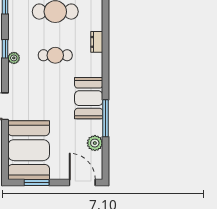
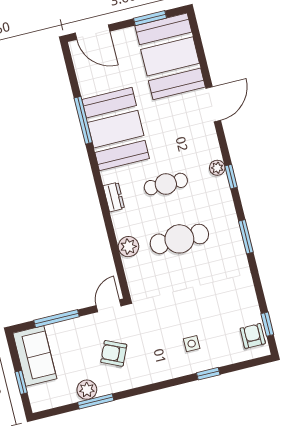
dresser: (97, 42) -> (114, 197), moved
booth: (89, 98) -> (116, 129), width x1.36, depth x1.42
plant: (95, 143) -> (128, 247), moved

